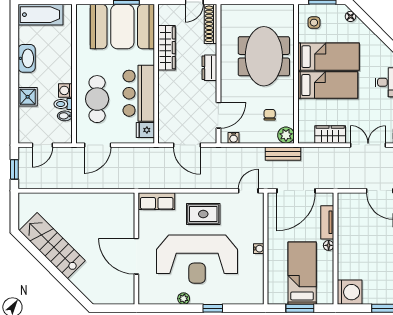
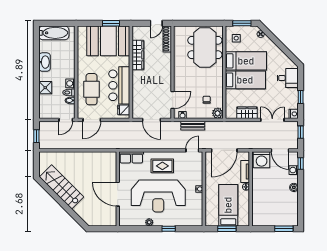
meeting table: (264, 56) -> (205, 47), moved
dresser: (209, 68) -> (166, 68), removed
door: (42, 145) -> (66, 120), moved
bench: (283, 154) -> (193, 126), moved
washing machine: (350, 292) -> (262, 160), moved, turned 90

